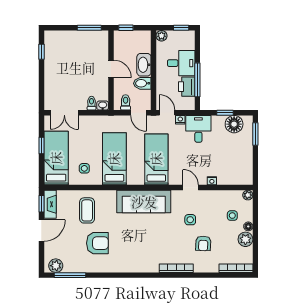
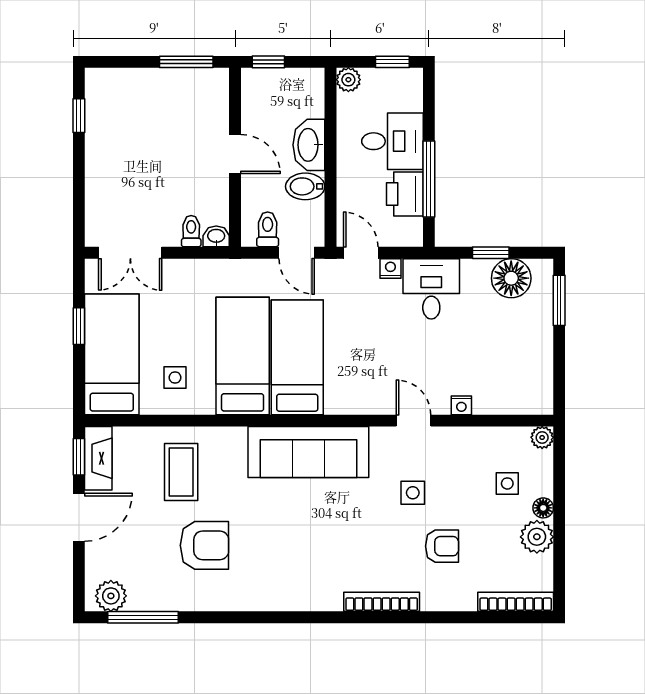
bed: (156, 159) -> (297, 357), moved
armchair: (203, 243) -> (442, 546), turned -92

